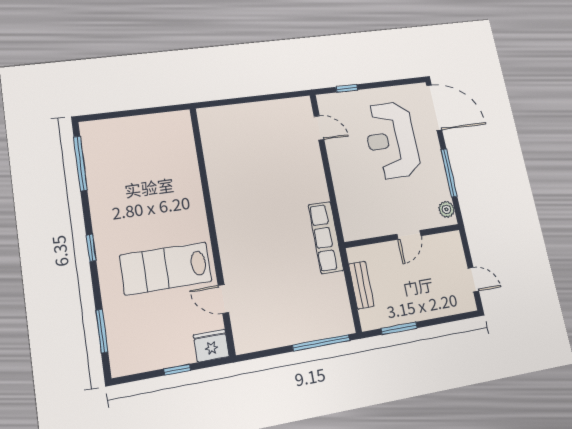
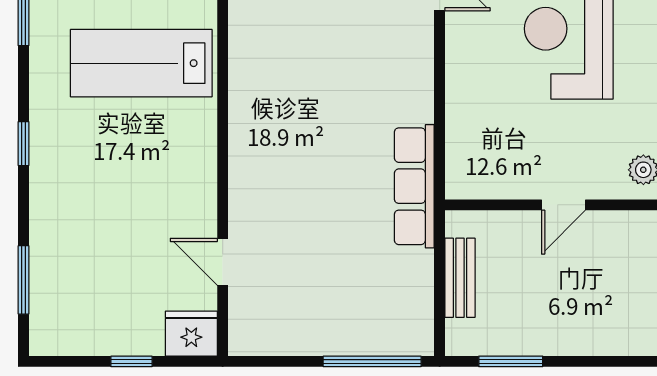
lab bench: (166, 268) -> (141, 63), moved

